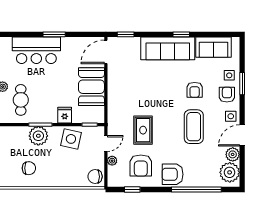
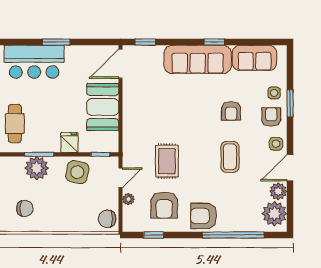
coffee table: (194, 127) -> (230, 157), width x0.73, depth x0.76

